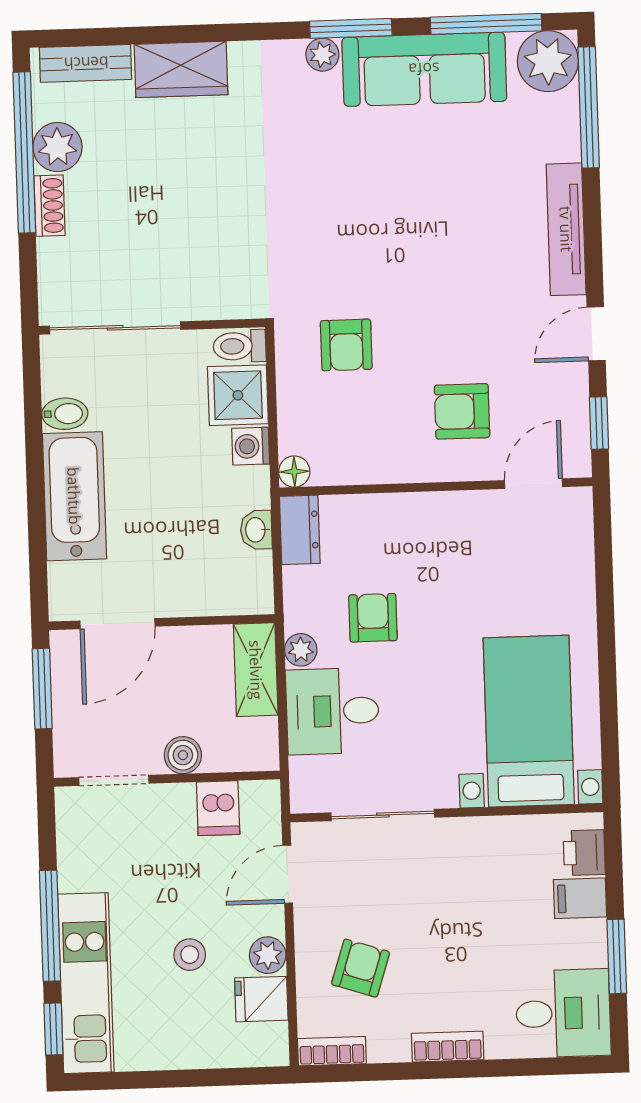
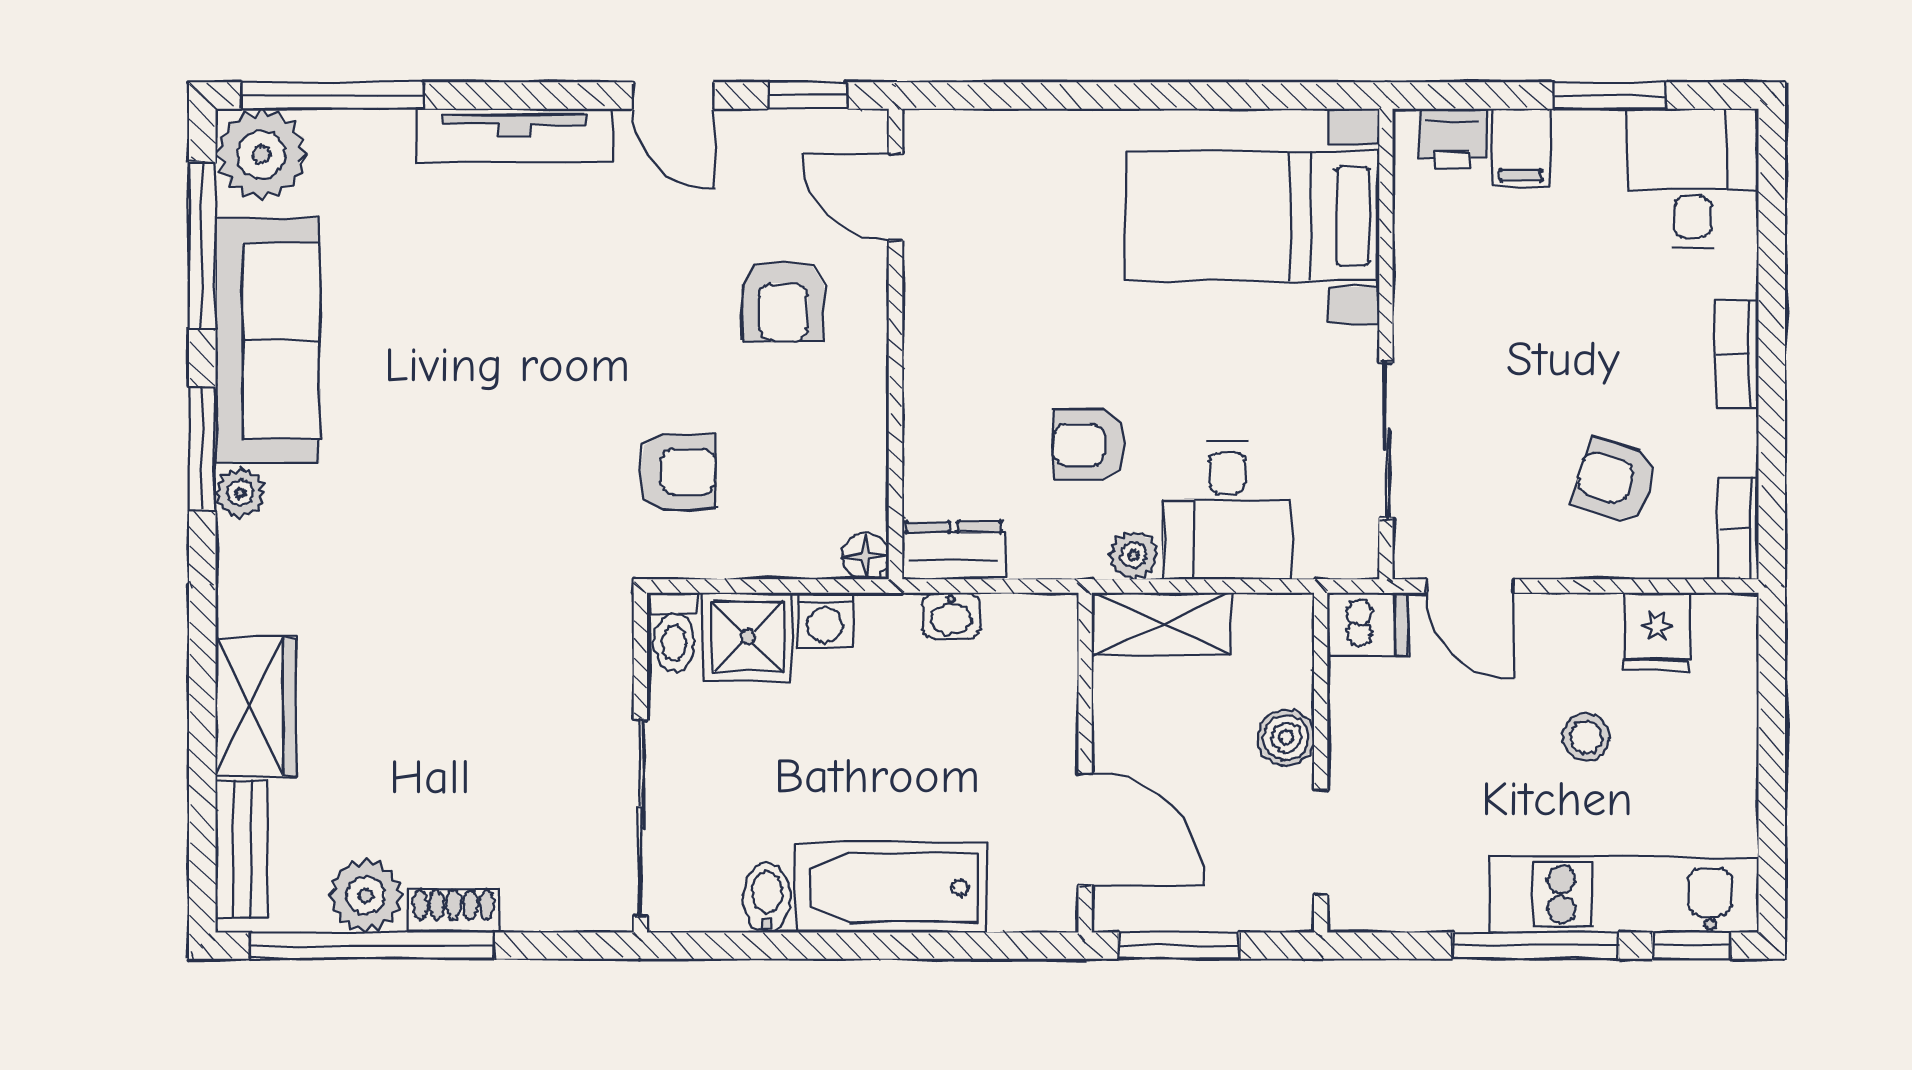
dishwasher: (218, 808) -> (1367, 624), moved
plant: (268, 955) -> (1591, 620), removed

